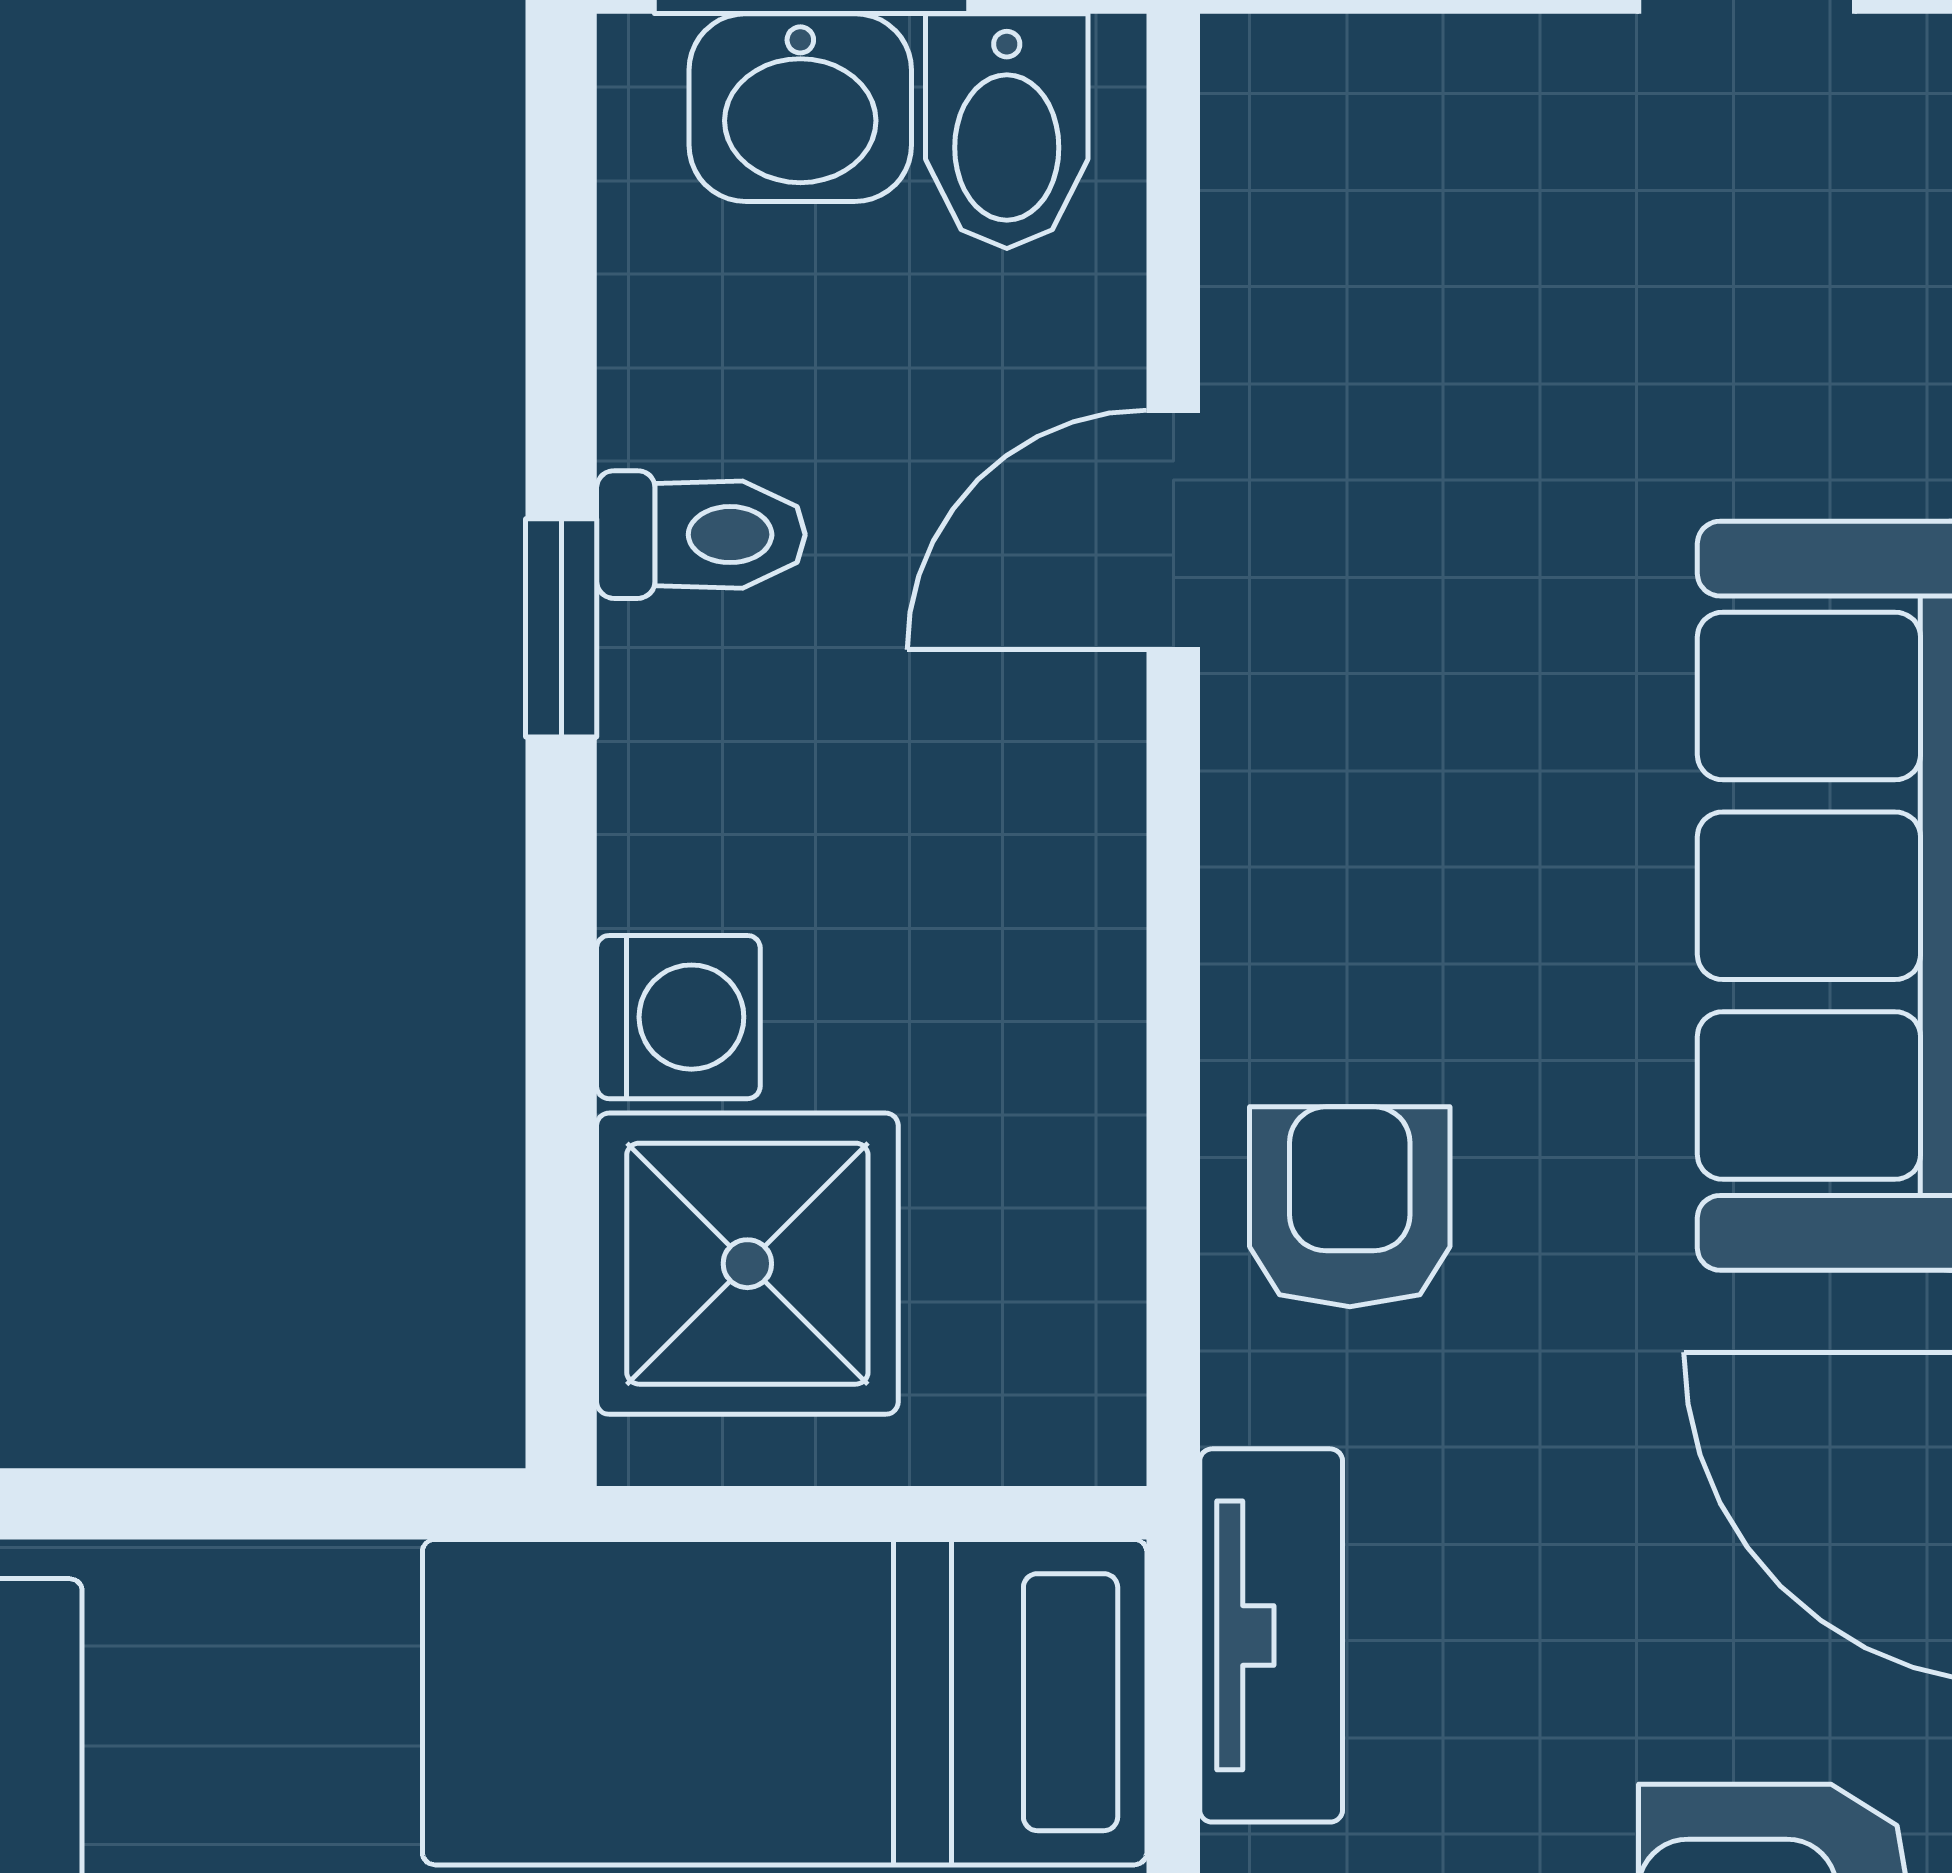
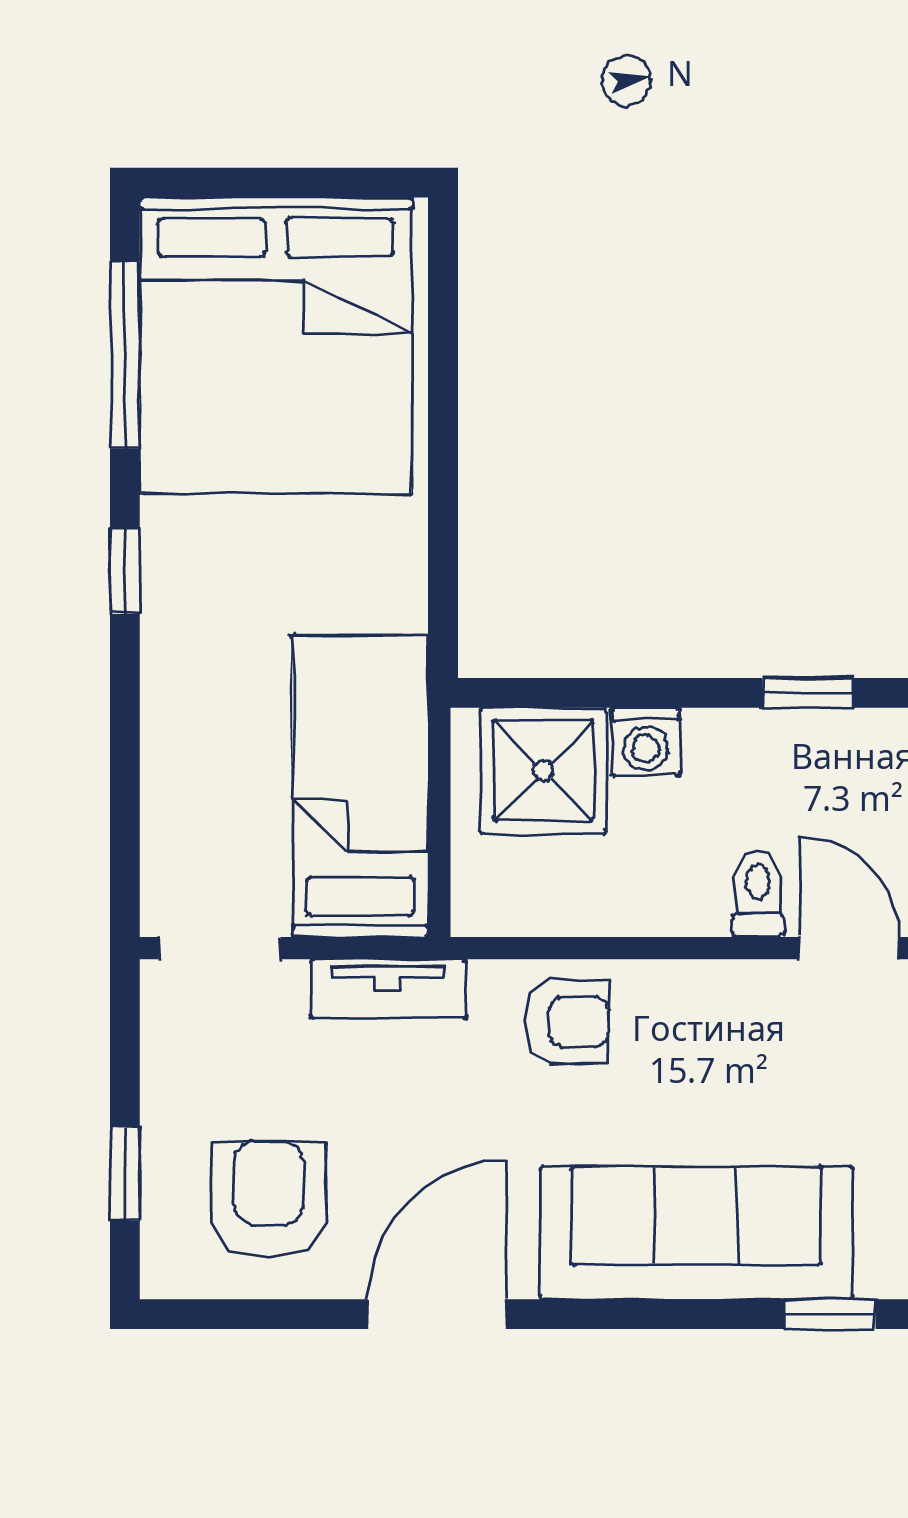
toilet: (701, 535) -> (758, 894), moved, turned 180

